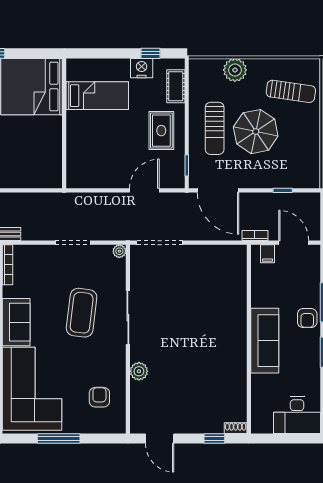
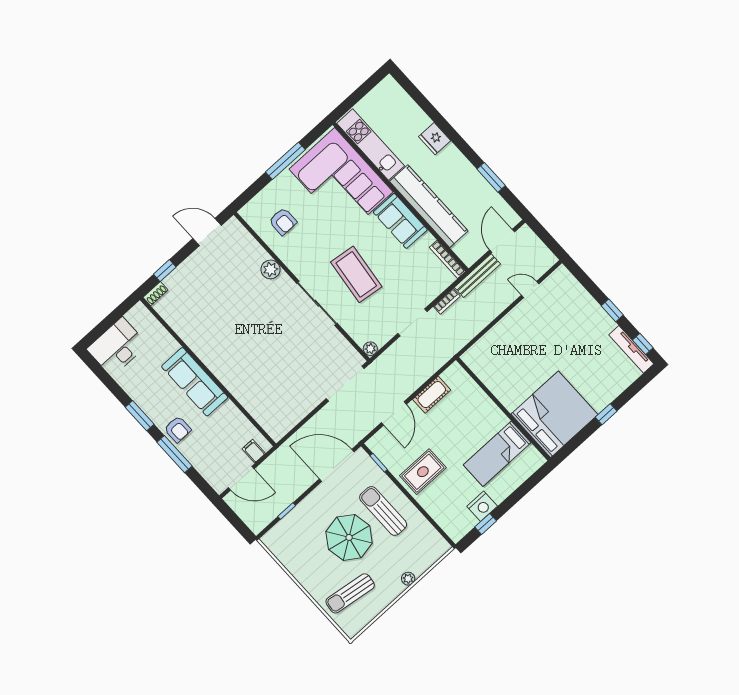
plant: (235, 70) -> (408, 579), width x0.53, depth x0.53
cot: (176, 86) -> (432, 395), moved, turned 90
rug: (161, 131) -> (423, 472), turned 90
bookcase: (255, 236) -> (447, 301), moved
armchair: (307, 318) -> (178, 429), turned 180

